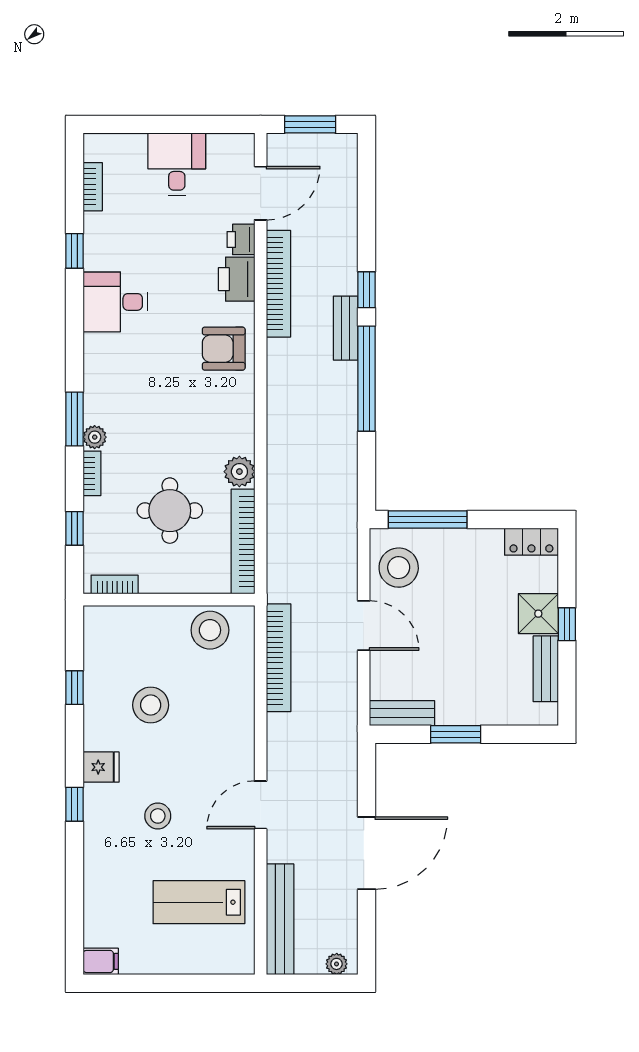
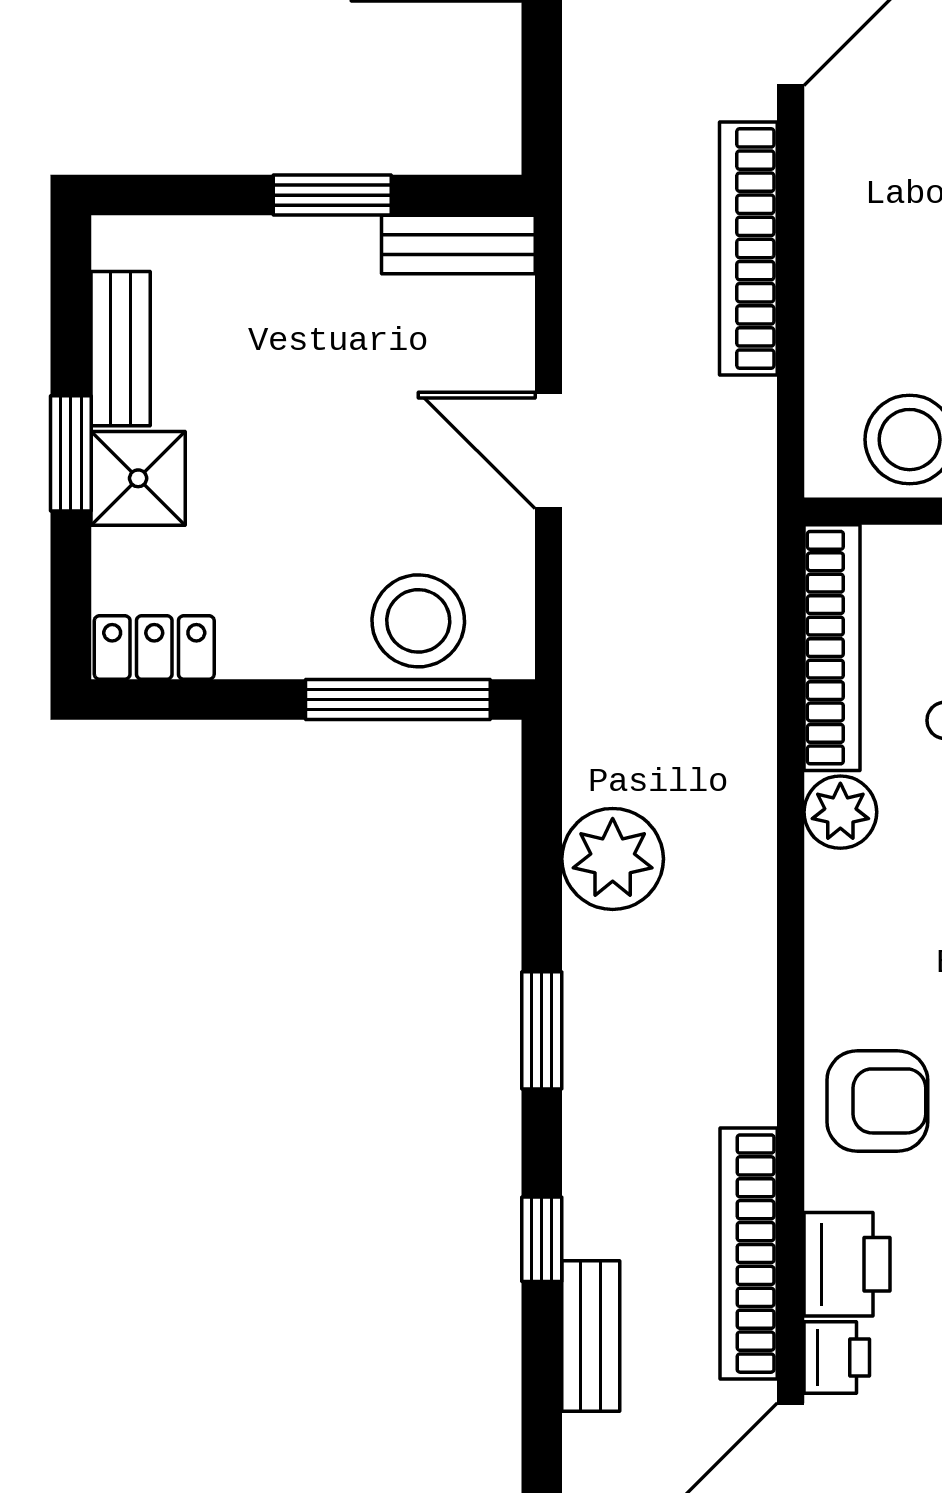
bench: (346, 328) -> (591, 1336), moved
window: (366, 379) -> (542, 1030), width x0.47
plant: (336, 452) -> (613, 859), added
stool: (399, 568) -> (418, 621), moved
window: (567, 624) -> (71, 453), width x1.50
bookcase: (279, 658) -> (748, 248), moved

